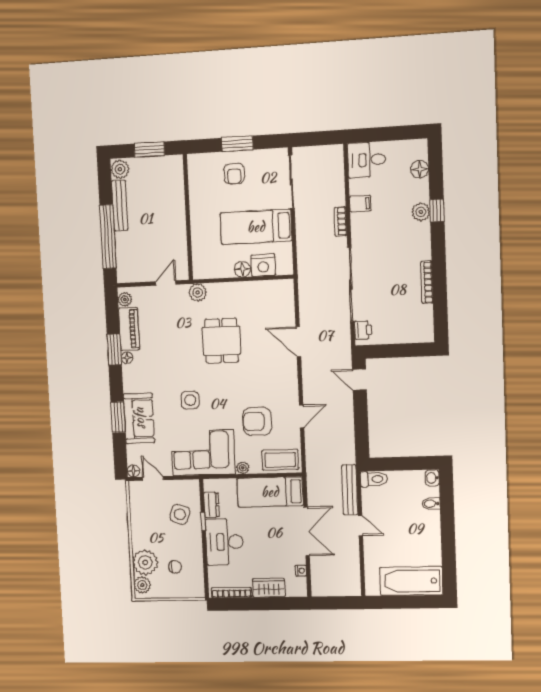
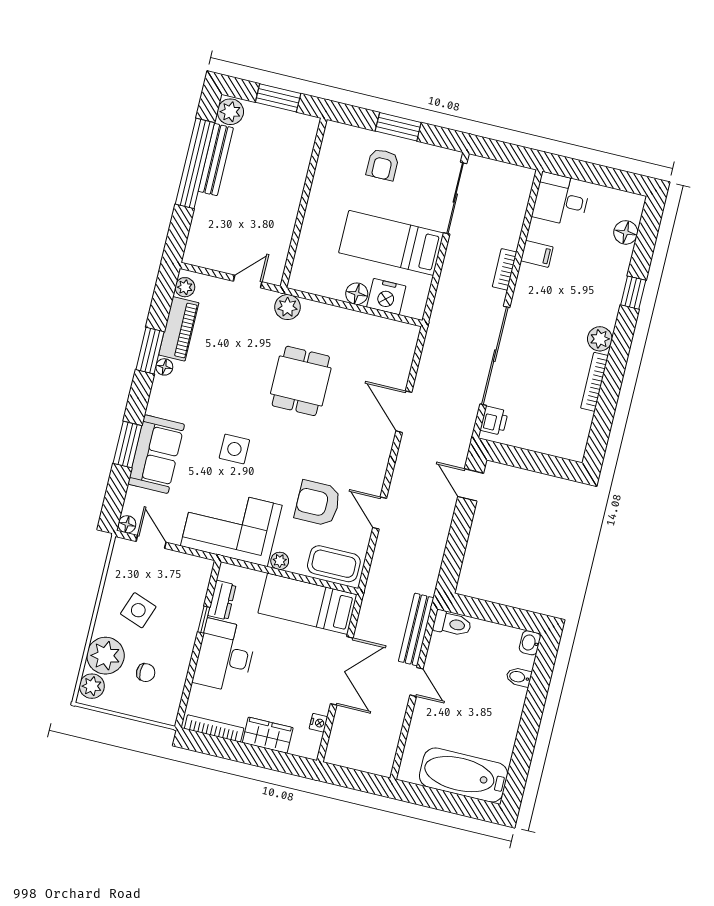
plant: (421, 212) -> (600, 339), moved
window: (108, 237) -> (195, 163), moved
door: (302, 416) -> (380, 513), swing flipped
side table: (180, 514) -> (138, 610), moved

